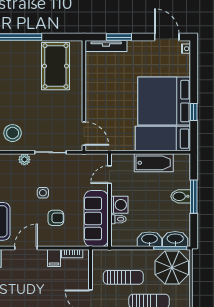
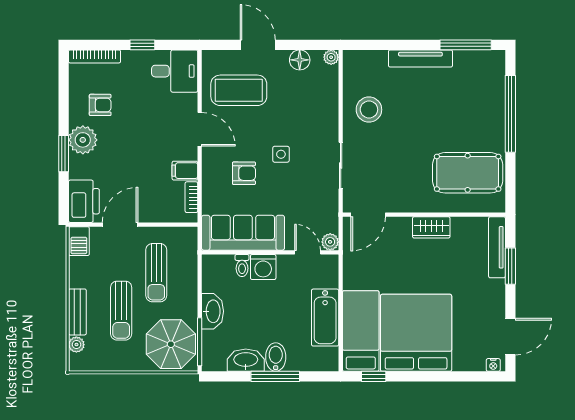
wardrobe: (93, 91) -> (431, 227), added
window: (194, 112) -> (374, 376), moved
plant: (24, 159) -> (330, 242), moved
armchair: (56, 218) -> (244, 173), turned -90
washbasin: (175, 239) -> (246, 360), moved, turned -90

